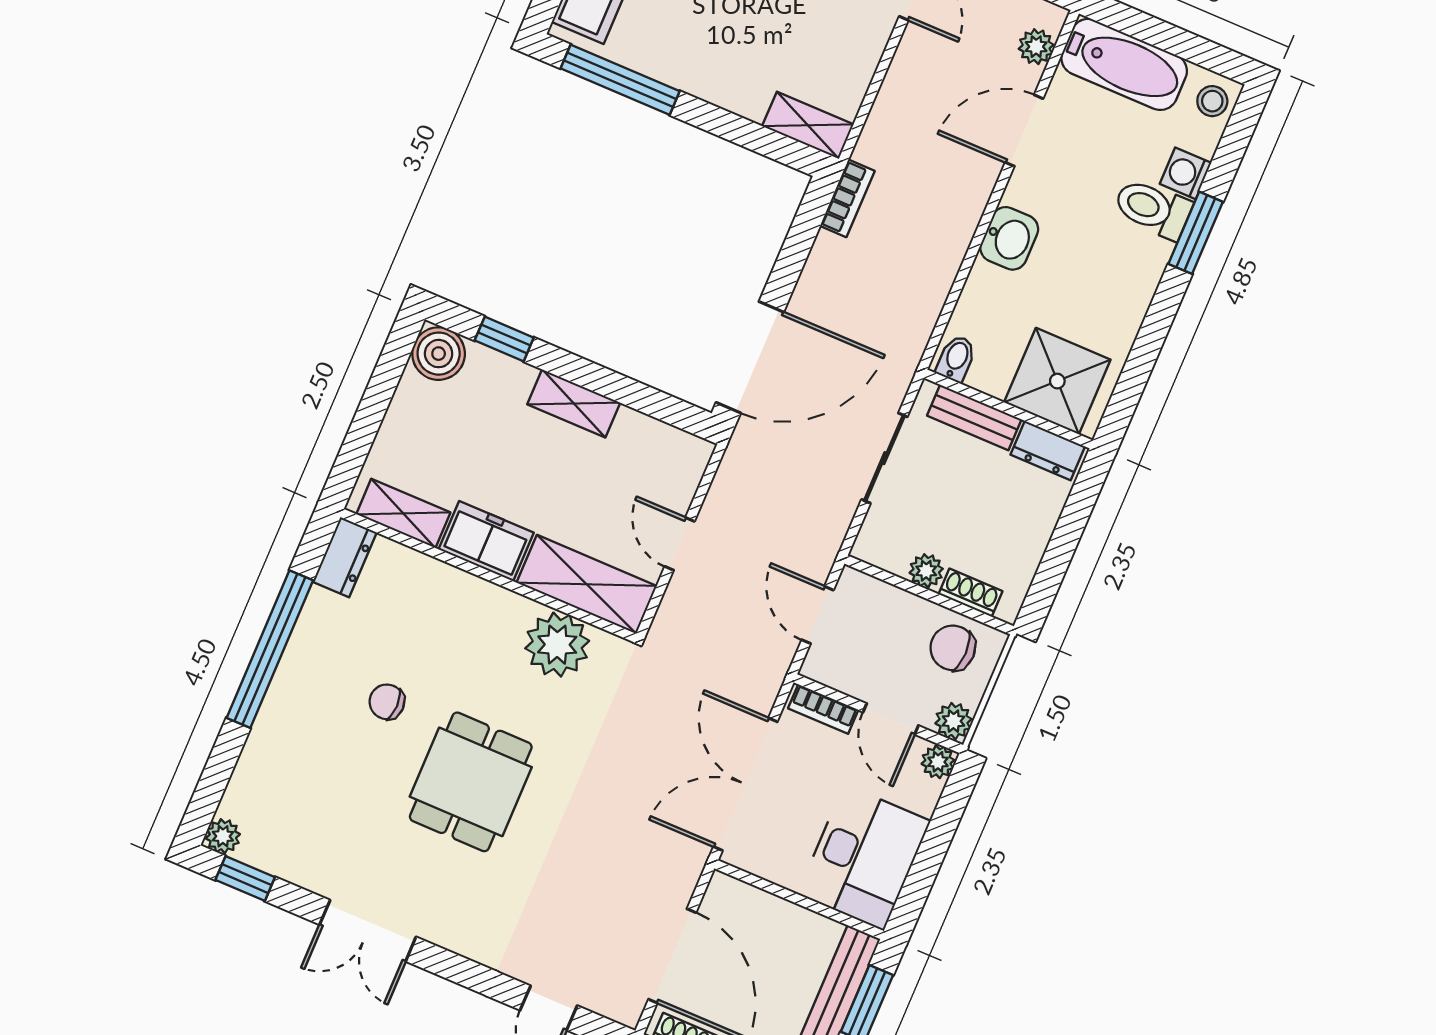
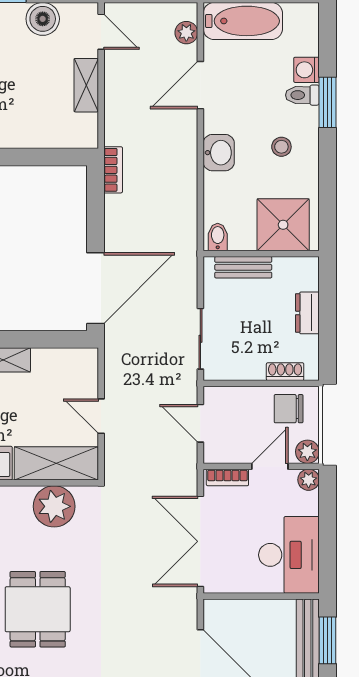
stool: (1212, 101) -> (281, 147), moved
shelving: (808, 125) -> (86, 85), moved, turned 90
toilet: (1153, 209) -> (302, 95), width x0.73, depth x0.72
dresser: (1048, 451) -> (307, 313), moved, turned 90
sliding door: (884, 458) -> (200, 339), moved
plant: (926, 571) -> (253, 370), removed
door: (891, 719) -> (270, 466), swing flipped

